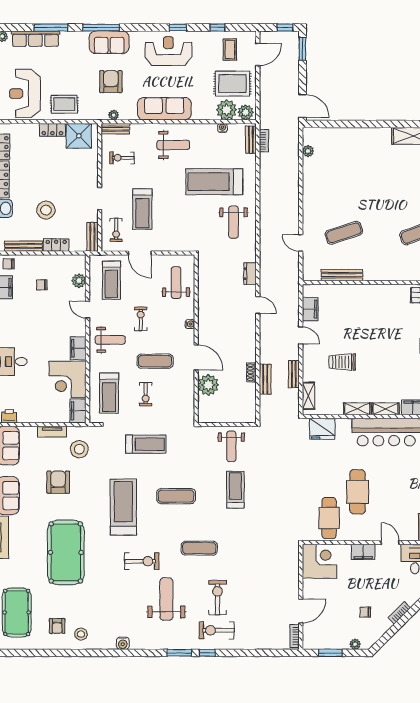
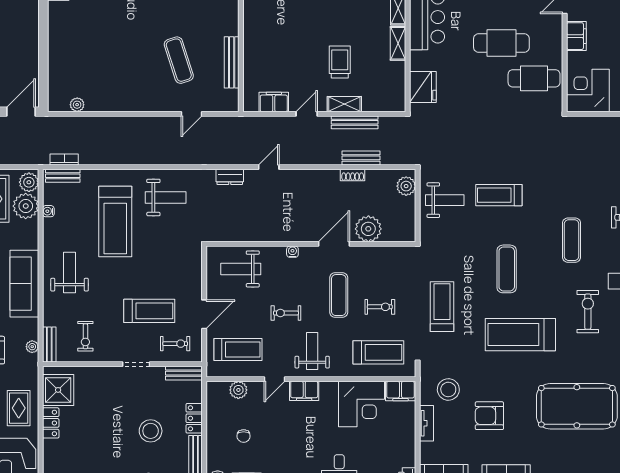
filing cabinet: (78, 348) -> (304, 391), moved
trolley: (342, 362) -> (340, 62), turned 180
bench: (294, 374) -> (355, 122), width x1.36
shelving: (308, 396) -> (344, 104), moved
plant: (243, 415) -> (406, 186), added

